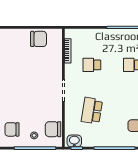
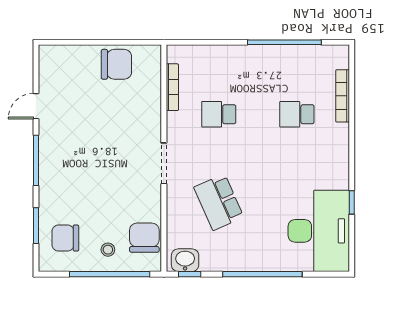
school desk: (92, 111) -> (219, 202), turned -33
chair: (53, 129) -> (144, 238), turned 90

